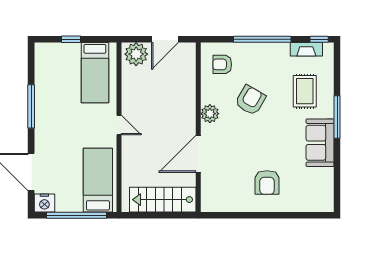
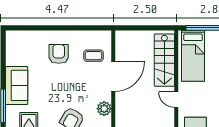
coffee table: (223, 180) -> (93, 56), added
stairs: (163, 200) -> (164, 60), moved, turned 90

